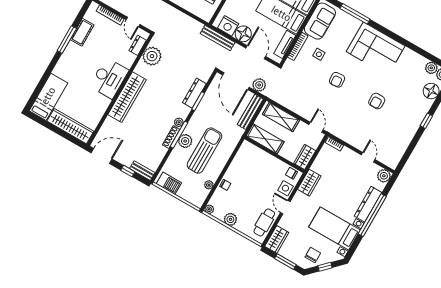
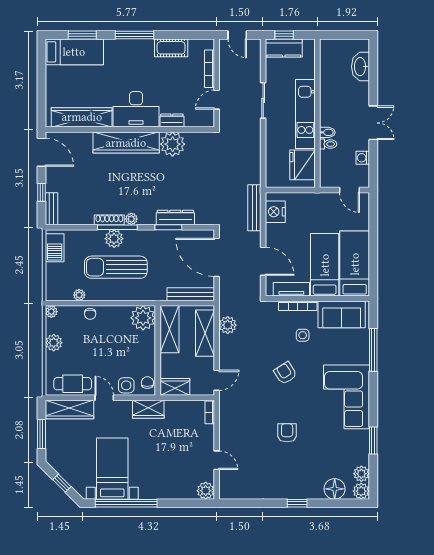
floor lamp: (243, 34) -> (276, 234), removed
window: (67, 39) -> (134, 35), moved
dresser: (138, 45) -> (172, 121), moved
window: (414, 48) -> (373, 440), added
door: (256, 52) -> (263, 261), hinge flipped
plant: (152, 56) -> (173, 144), moved
armchair: (337, 80) -> (285, 373), turned 63
door: (236, 81) -> (217, 257), hinge flipped
window: (40, 85) -> (82, 35), added
plant: (259, 85) -> (228, 325), moved
armchair: (377, 101) -> (287, 433), turned 90
wardrobe: (70, 126) -> (82, 117), moved, turned -90
sun lounger: (204, 151) -> (116, 267), turned 180
plant: (248, 152) -> (143, 318), added
door: (368, 157) -> (217, 460), hinge flipped
dresser: (368, 204) -> (162, 491), removed
door: (285, 207) -> (104, 398), hinge flipped
window: (372, 215) -> (126, 503), moved
wardrobe: (277, 239) -> (69, 409), width x1.50
chair: (313, 255) -> (67, 461), removed

